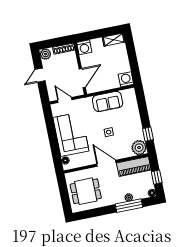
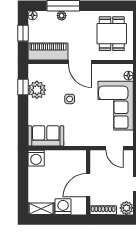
washing machine: (84, 47) -> (63, 207), moved
door: (82, 78) -> (88, 185), moved
sofa: (108, 102) -> (46, 136), moved
plant: (139, 148) -> (37, 90), moved
dining table: (86, 191) -> (112, 34), turned 90

